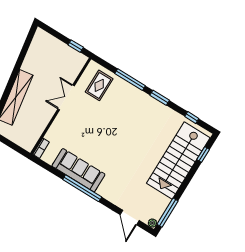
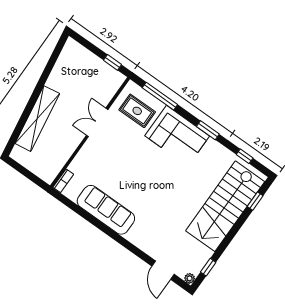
window: (130, 80) -> (160, 96), moved
rug: (99, 85) -> (137, 111), turned 90
corner sofa: (134, 104) -> (177, 136), added
window: (82, 188) -> (109, 232), removed
window: (167, 213) -> (208, 267), width x0.46

